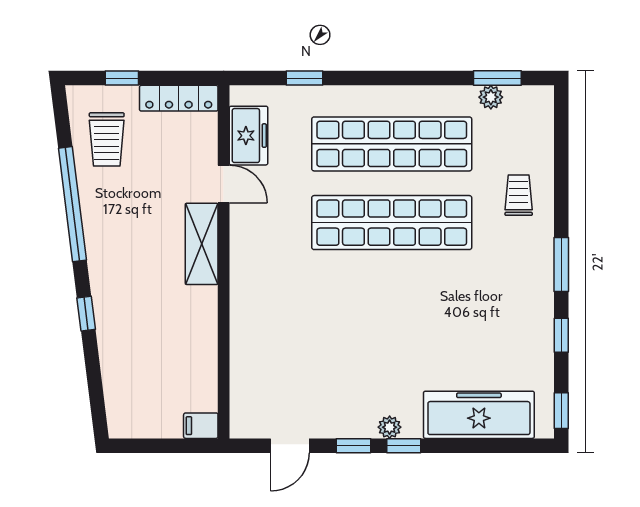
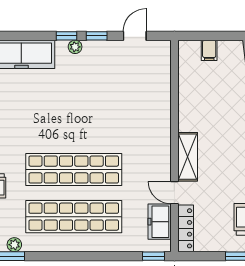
window: (305, 78) -> (154, 256), moved
locker: (179, 98) -> (186, 228), moved, turned 90
filing cabinet: (201, 426) -> (209, 50), moved, turned 90

